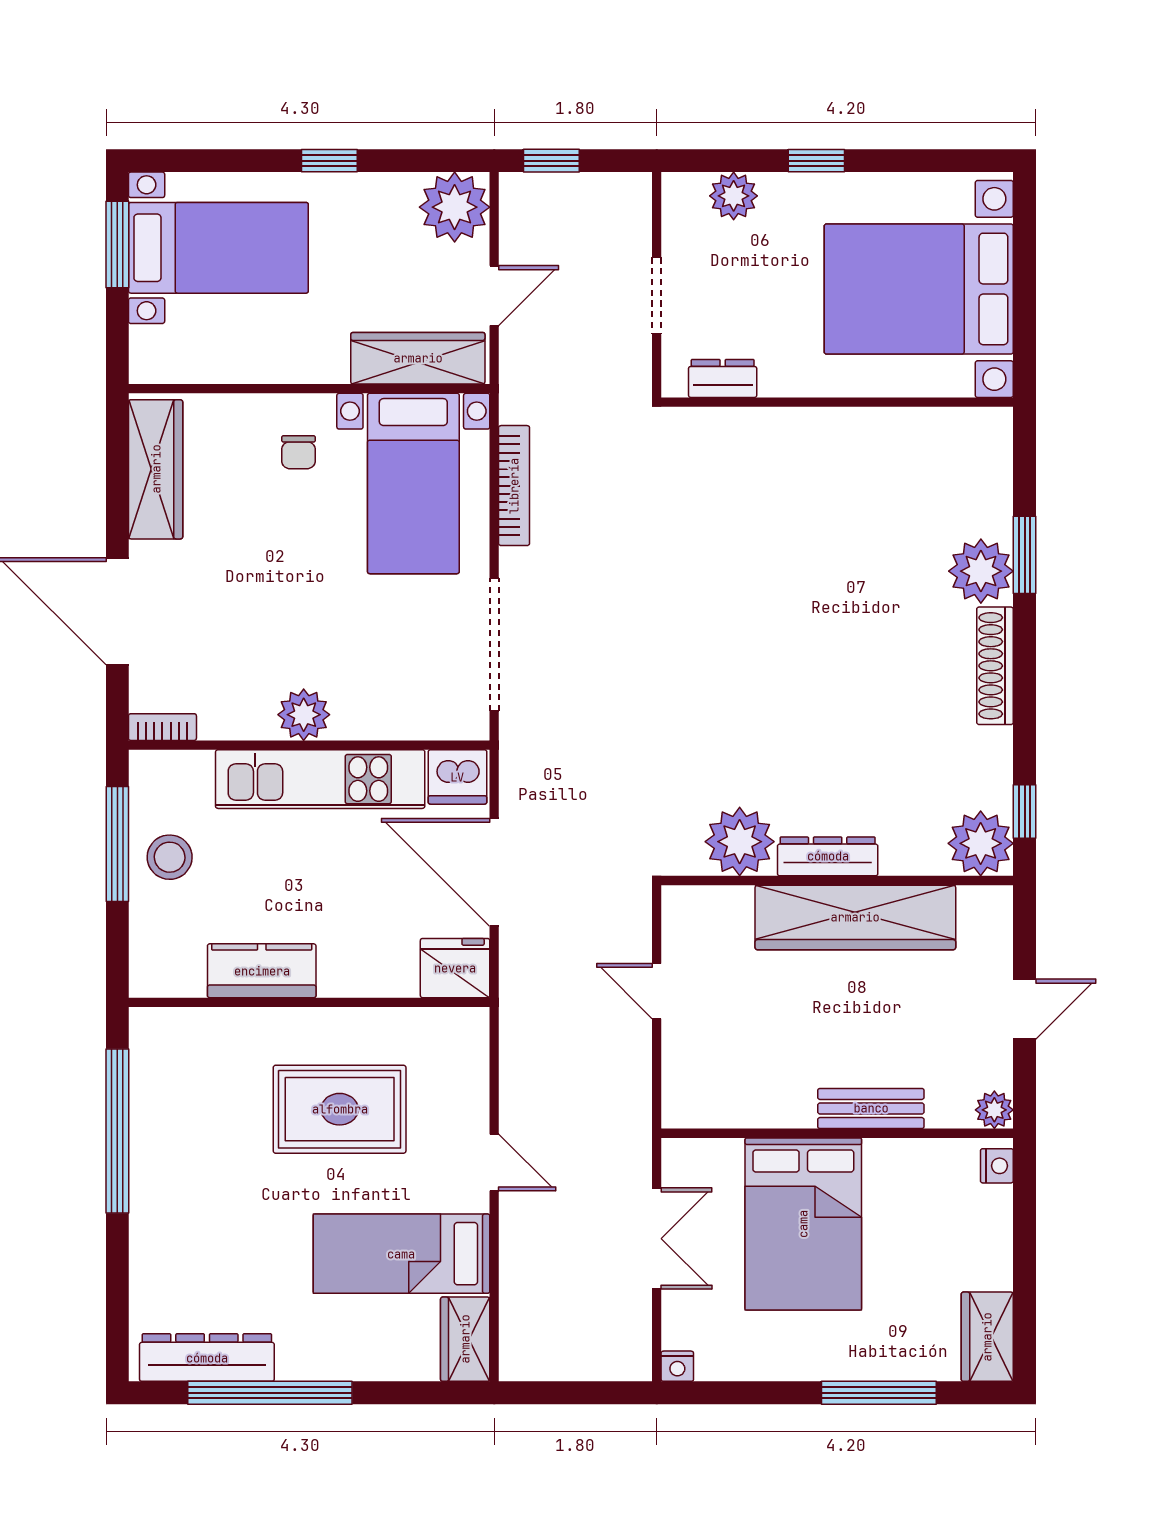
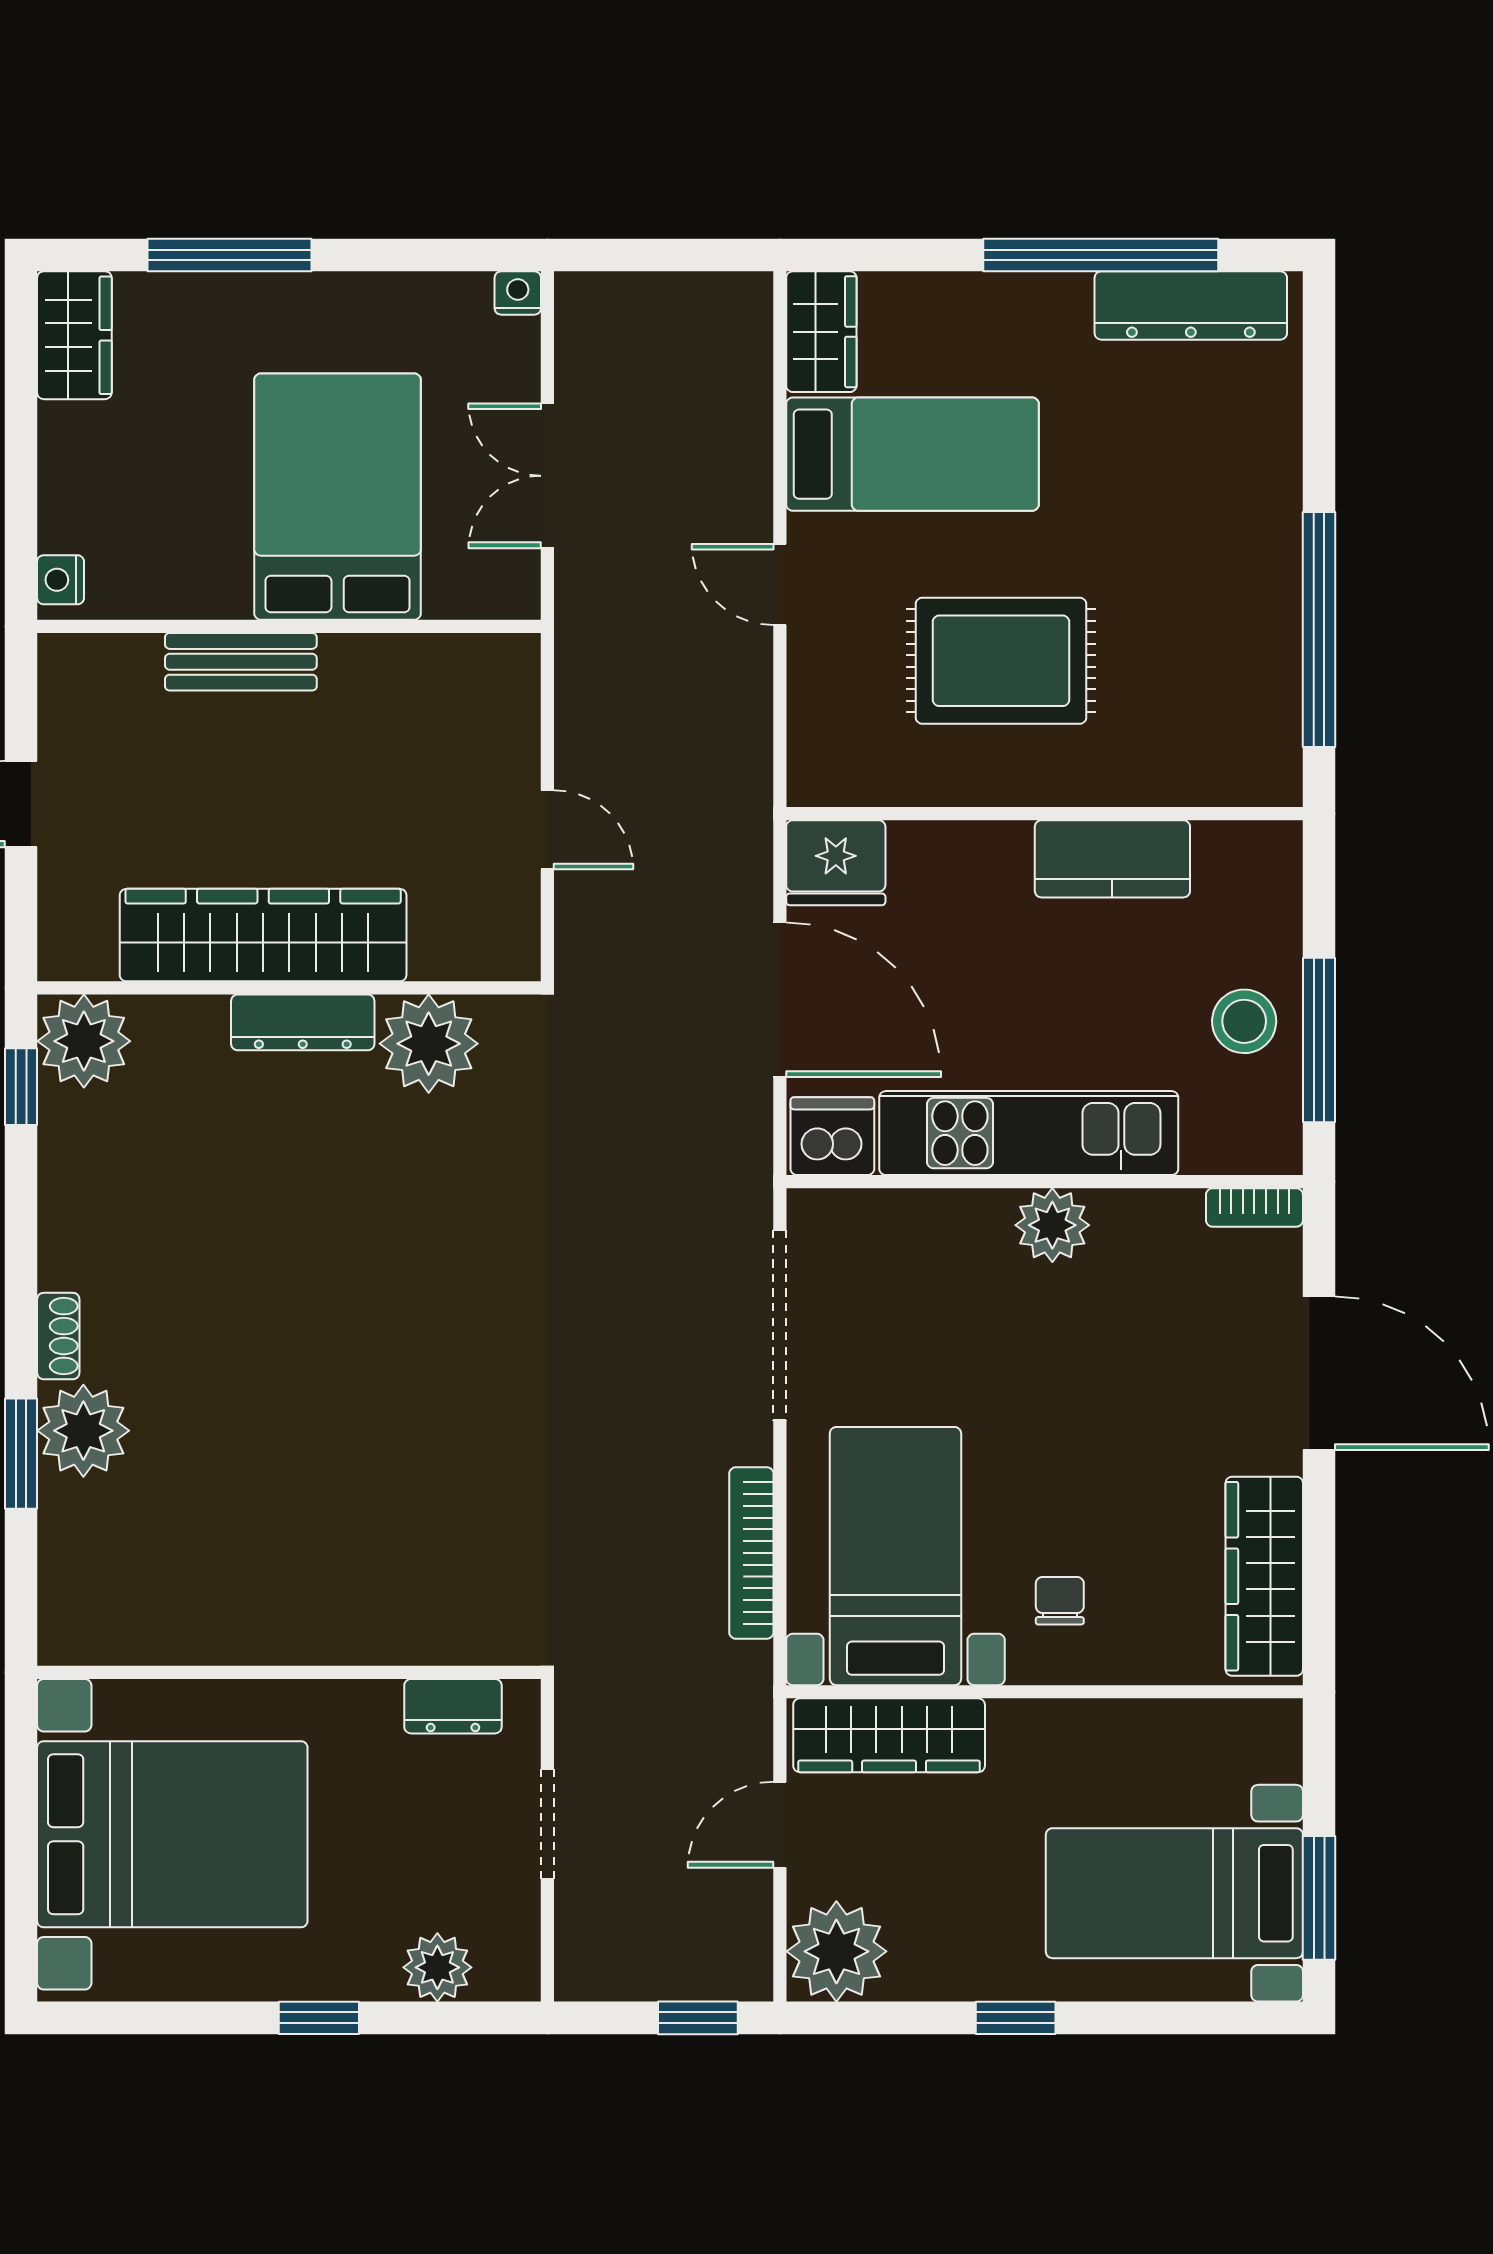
shoe rack: (995, 666) -> (58, 1336), width x0.51, depth x0.81
plant: (994, 1110) -> (64, 660), removed

